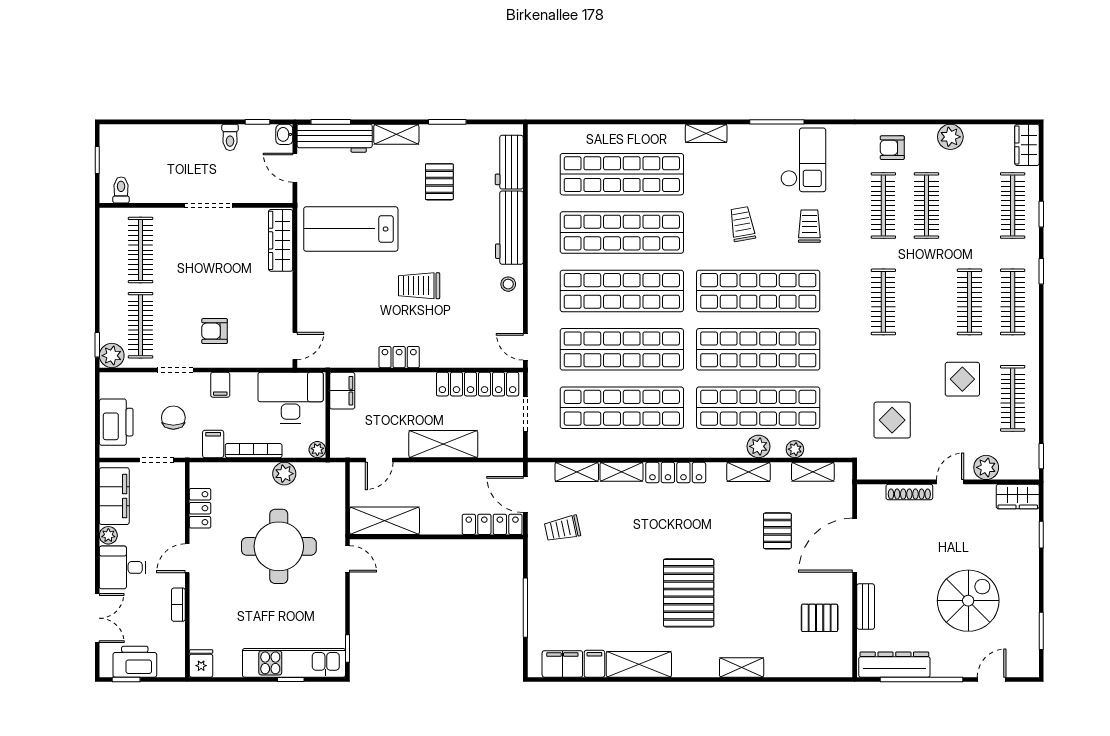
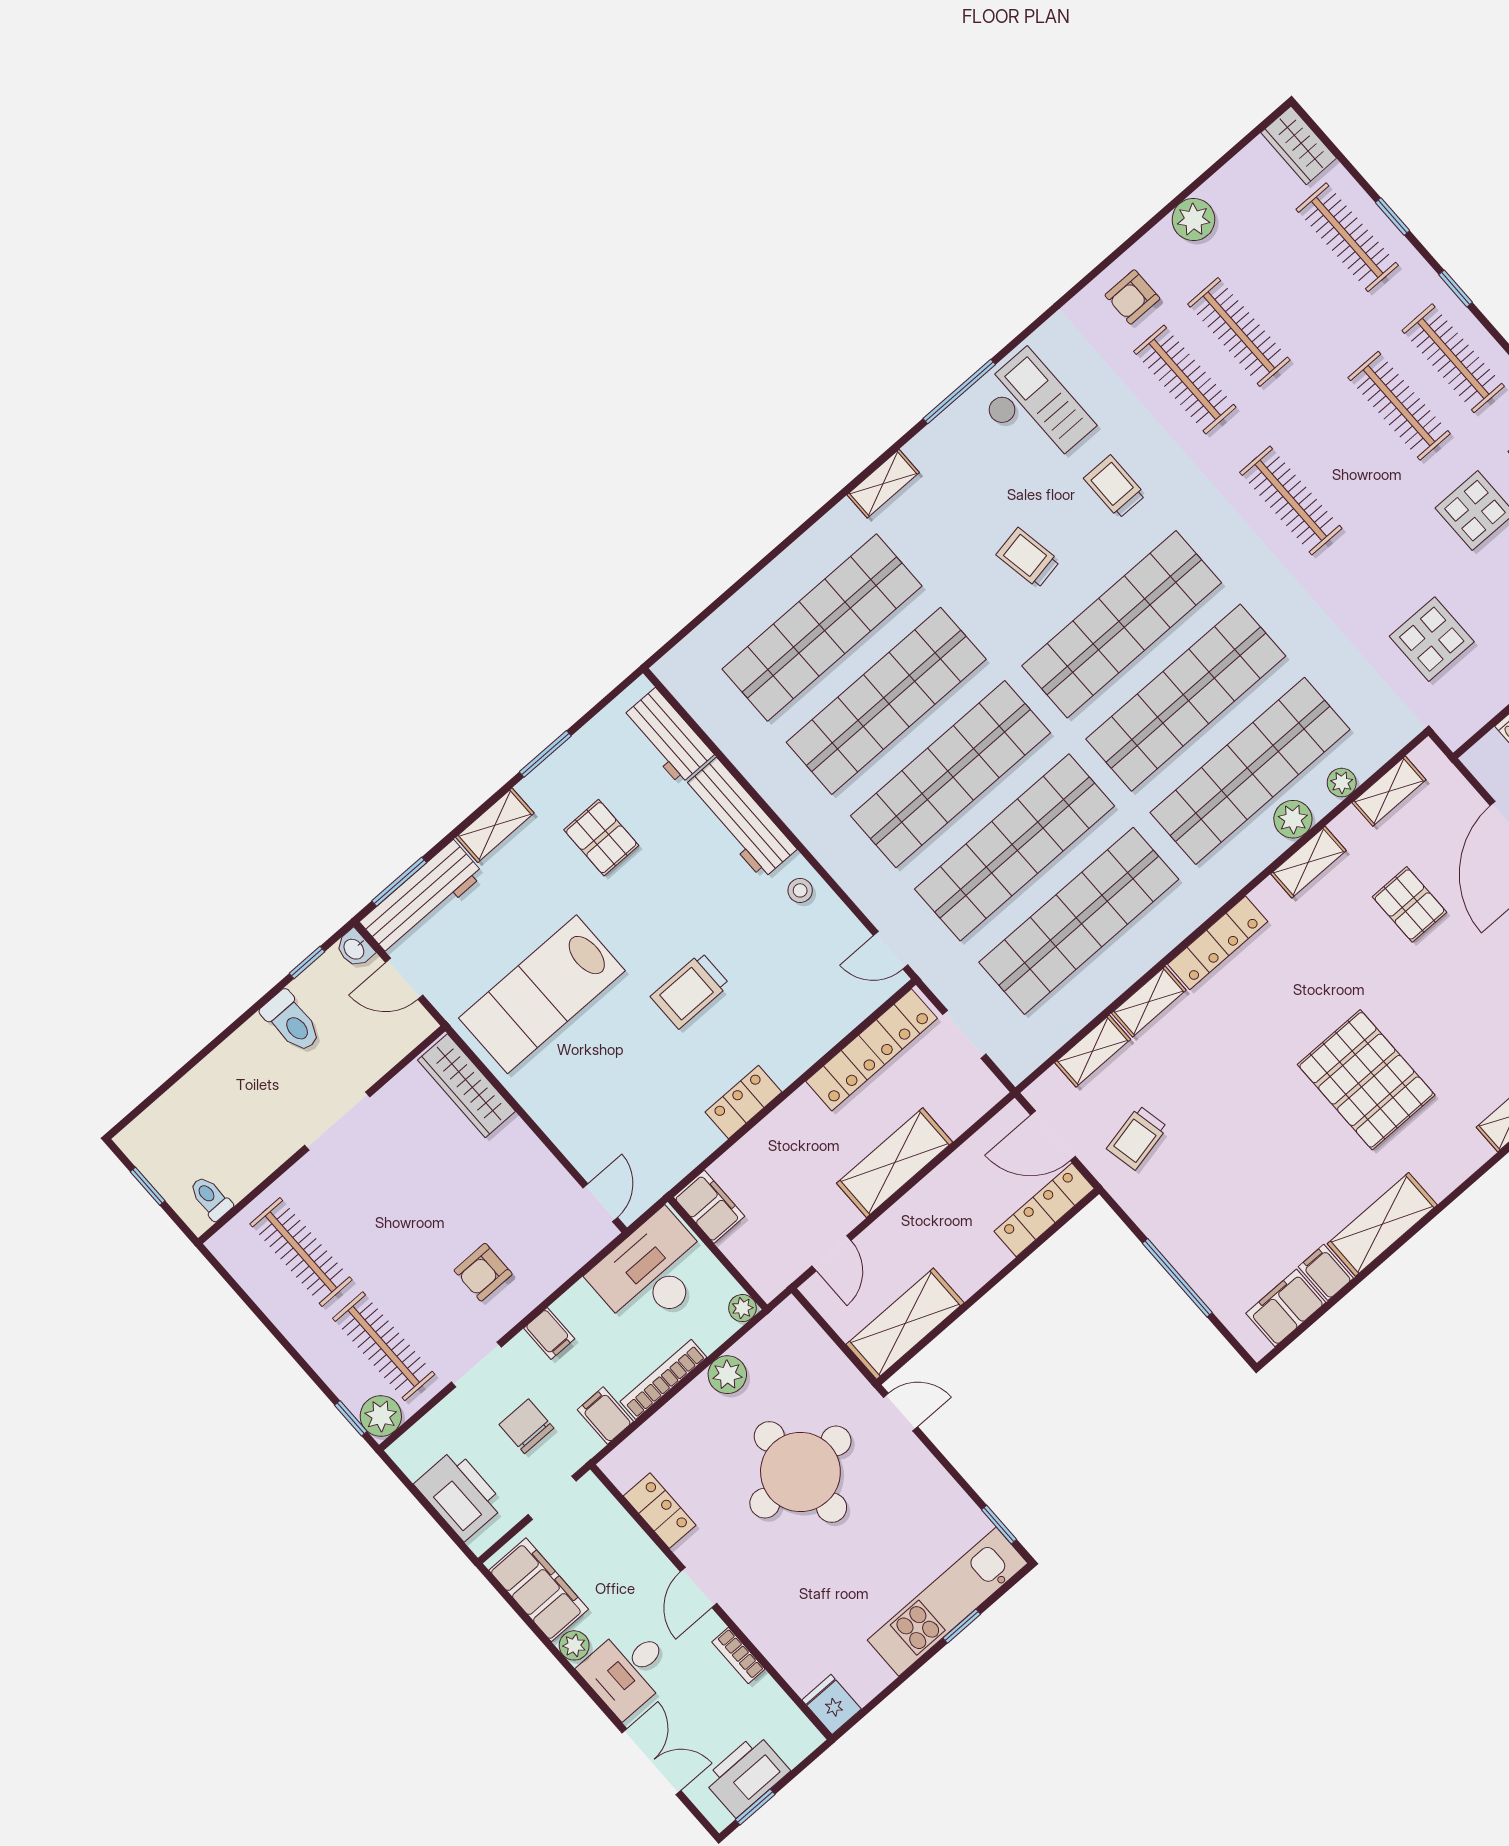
toilet: (230, 137) -> (291, 1022), width x1.37, depth x1.39

